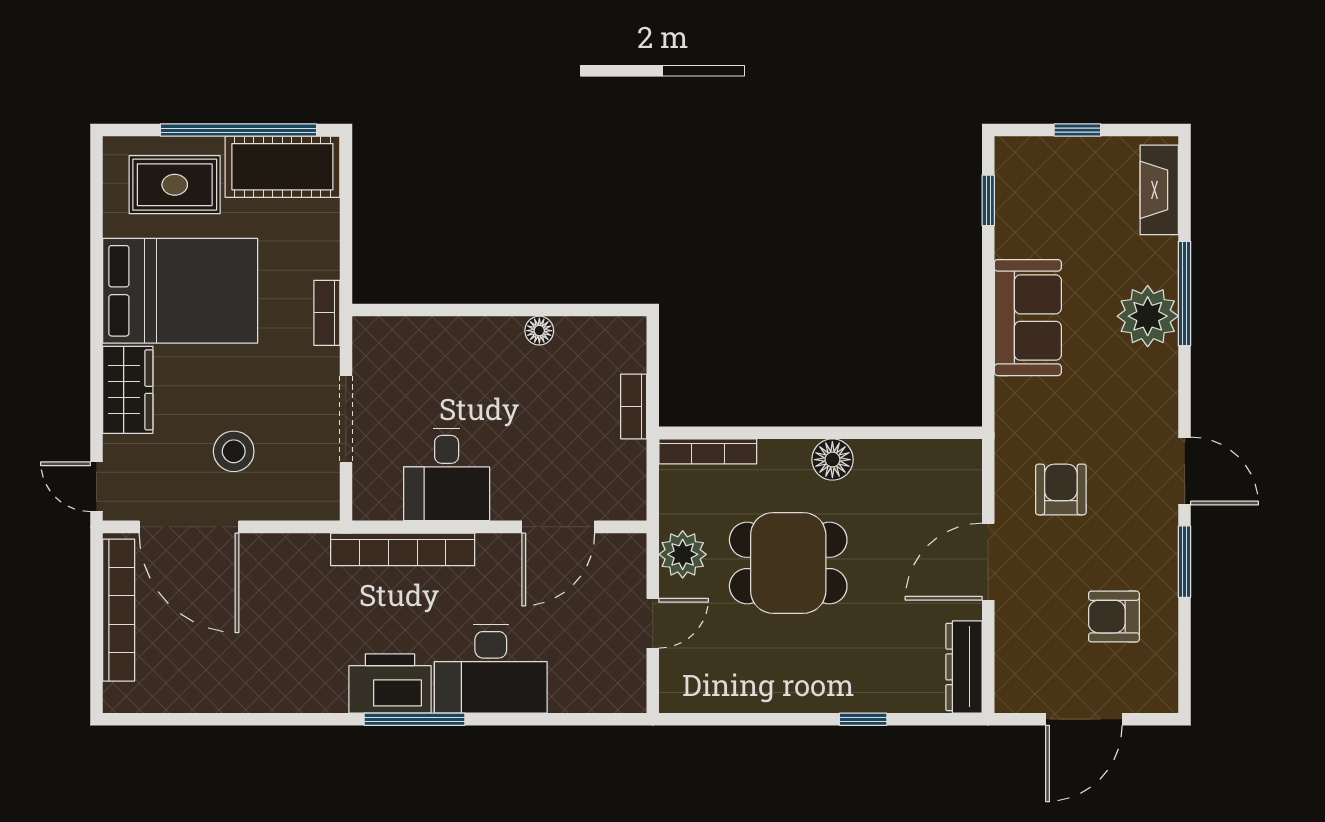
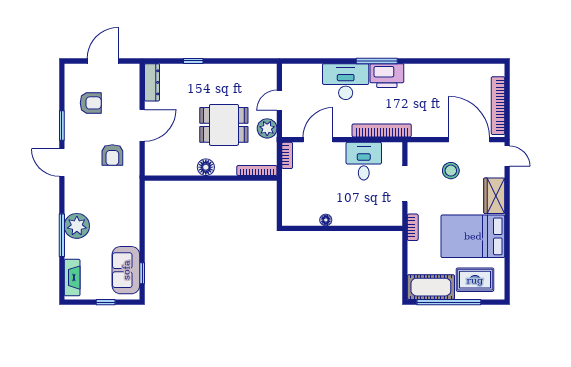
sofa: (1028, 318) -> (126, 270), moved
bookcase: (634, 407) -> (287, 155), moved

